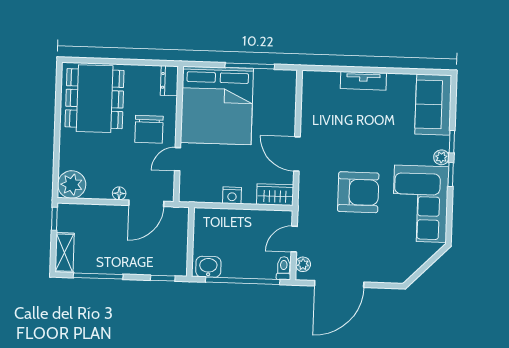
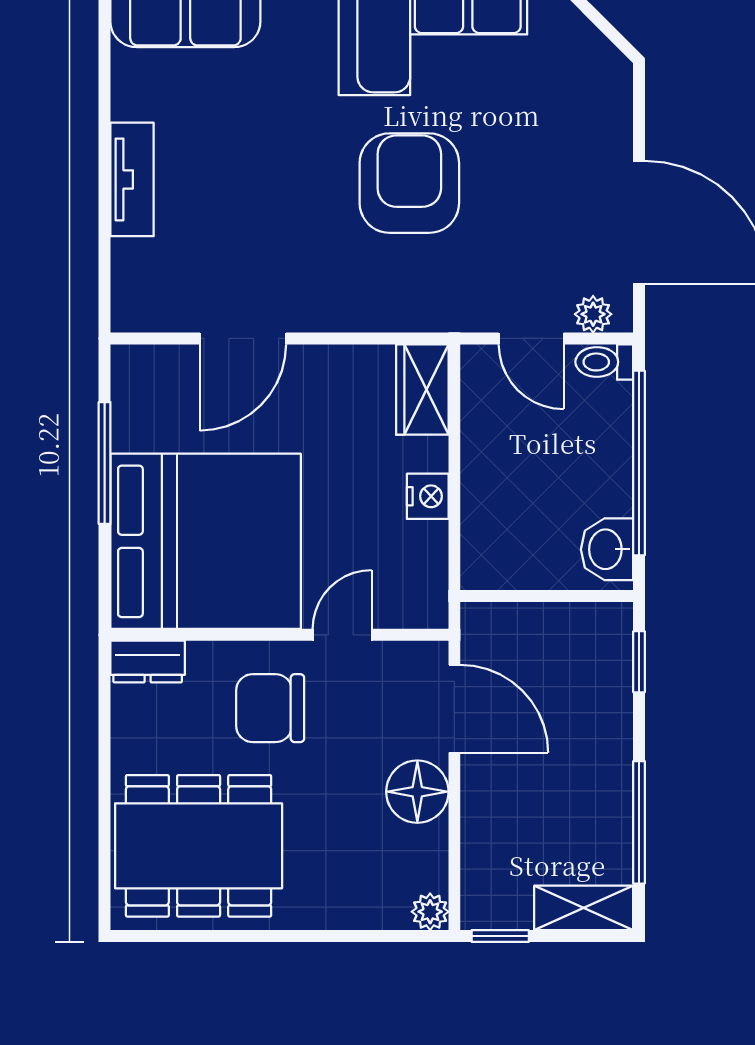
chair: (149, 129) -> (270, 708), turned 180
door: (297, 154) -> (243, 338), moved
door: (177, 159) -> (342, 635), swing flipped
plant: (72, 185) -> (430, 912), width x0.53, depth x0.53
floor lamp: (119, 193) -> (417, 792), width x1.89, depth x1.89

